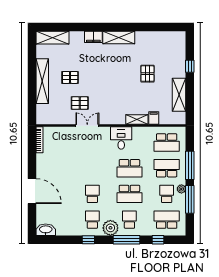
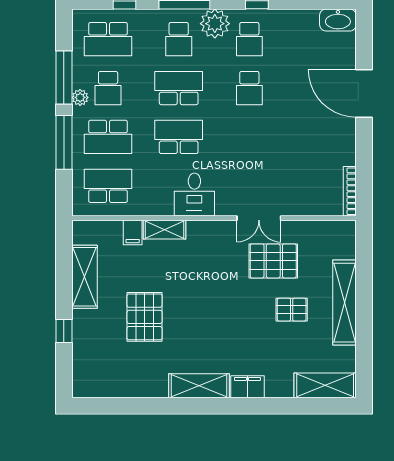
pallet: (147, 74) -> (145, 317), width x1.50, depth x1.42
pallet: (80, 103) -> (273, 261), width x1.50, depth x1.42

